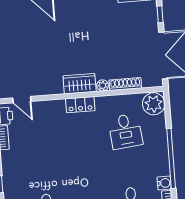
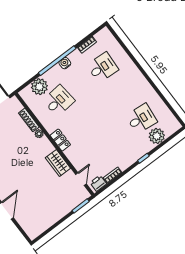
wardrobe: (80, 84) -> (58, 163), moved
plant: (154, 104) -> (39, 87), moved
water cooler: (164, 183) -> (65, 63), moved

